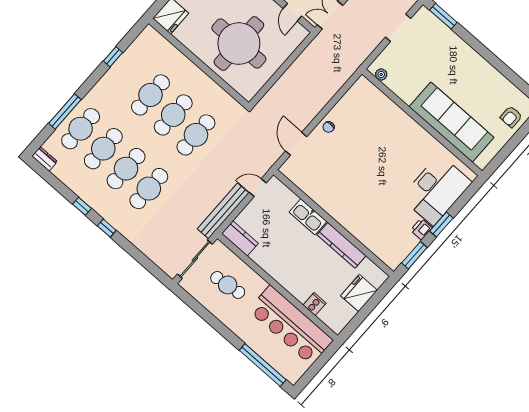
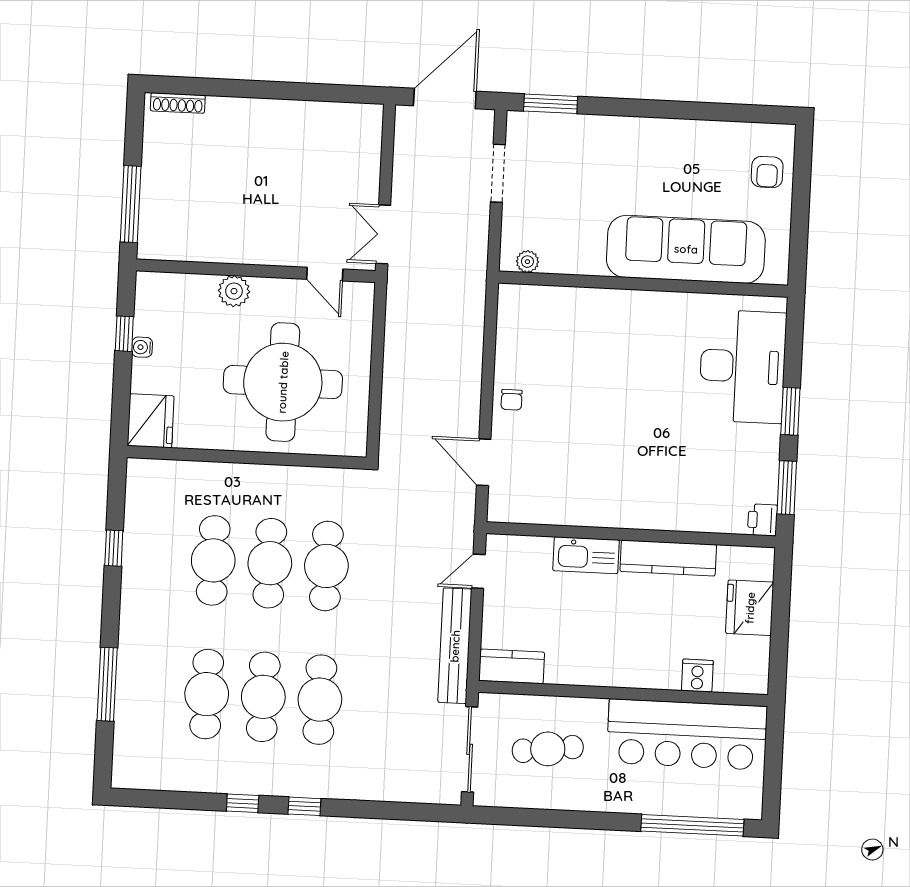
cafe table: (81, 129) -> (150, 691), removed
dresser: (45, 159) -> (133, 777), removed
printer: (421, 229) -> (763, 520), moved

